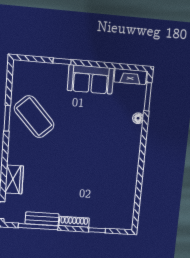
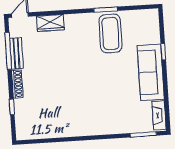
sofa: (91, 79) -> (151, 72), width x1.36
coffee table: (34, 117) -> (110, 34), turned -47
floor lamp: (138, 118) -> (123, 129), removed

